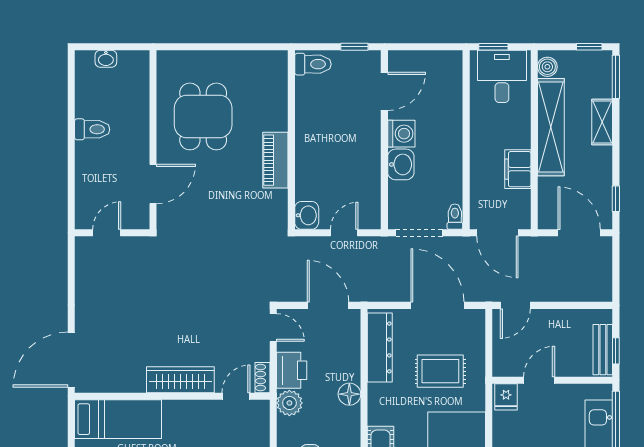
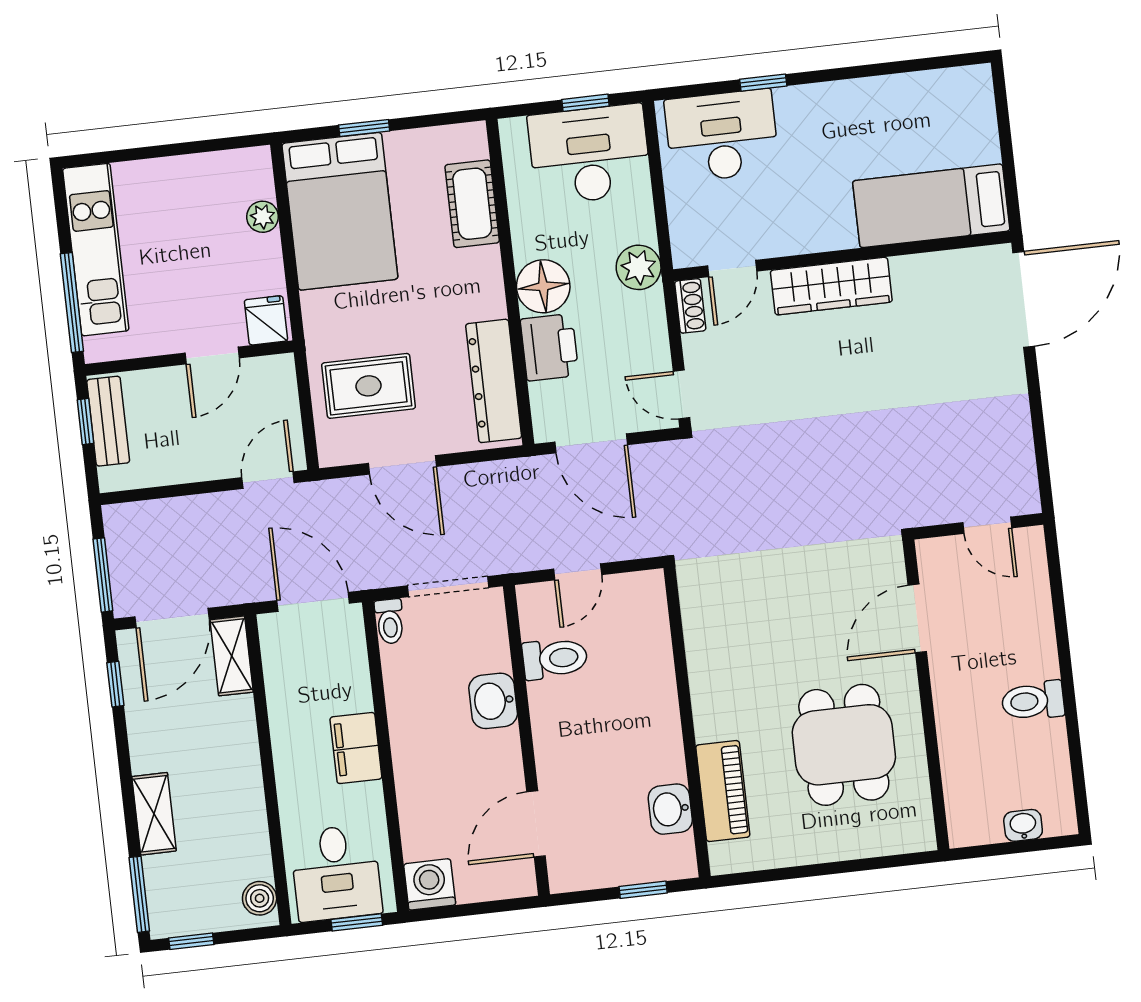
window: (354, 47) -> (643, 890), moved
toilet: (313, 64) -> (555, 658), moved, turned 180
shelving: (551, 127) -> (232, 656), moved, width x0.45, depth x0.75
washing machine: (401, 134) -> (430, 884), moved, turned 90
piano: (275, 160) -> (723, 791), moved
filing cabinet: (518, 169) -> (356, 748), moved, turned 180
washbasin: (307, 215) -> (670, 809), moved
door: (107, 233) -> (987, 525), hinge flipped
door: (579, 233) -> (172, 618), hinge flipped
window: (616, 262) -> (103, 575), added
door: (437, 305) -> (402, 465), width x0.73
printer: (292, 370) -> (550, 347), moved, turned 180
rug: (440, 371) -> (369, 386), moved
floor lamp: (349, 394) -> (543, 286), width x1.38, depth x1.38

